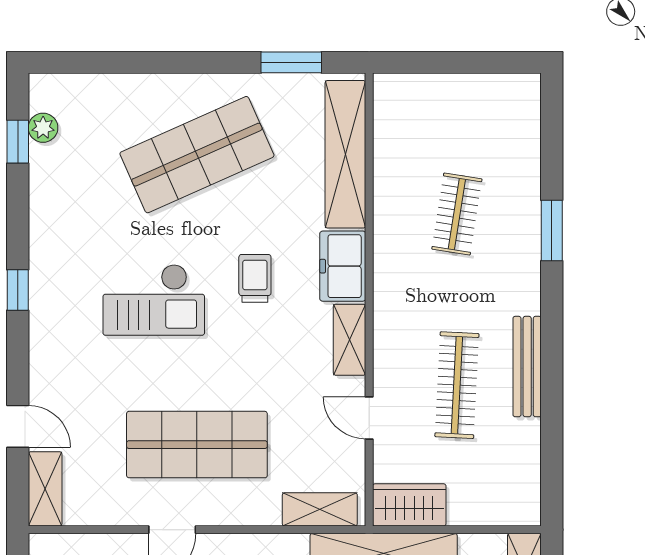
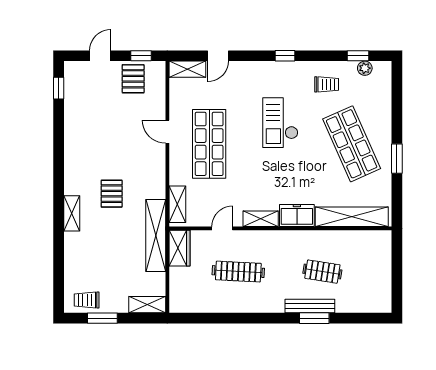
window: (291, 62) -> (397, 159), moved
trolley: (255, 278) -> (327, 84), moved
bench: (527, 367) -> (310, 306), moved

